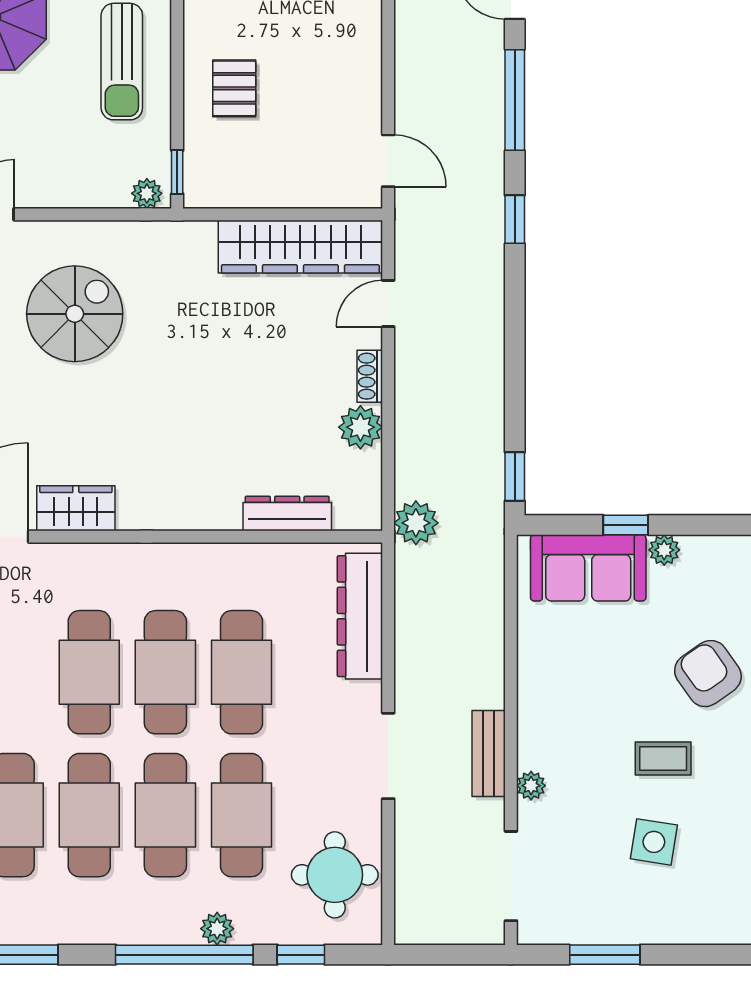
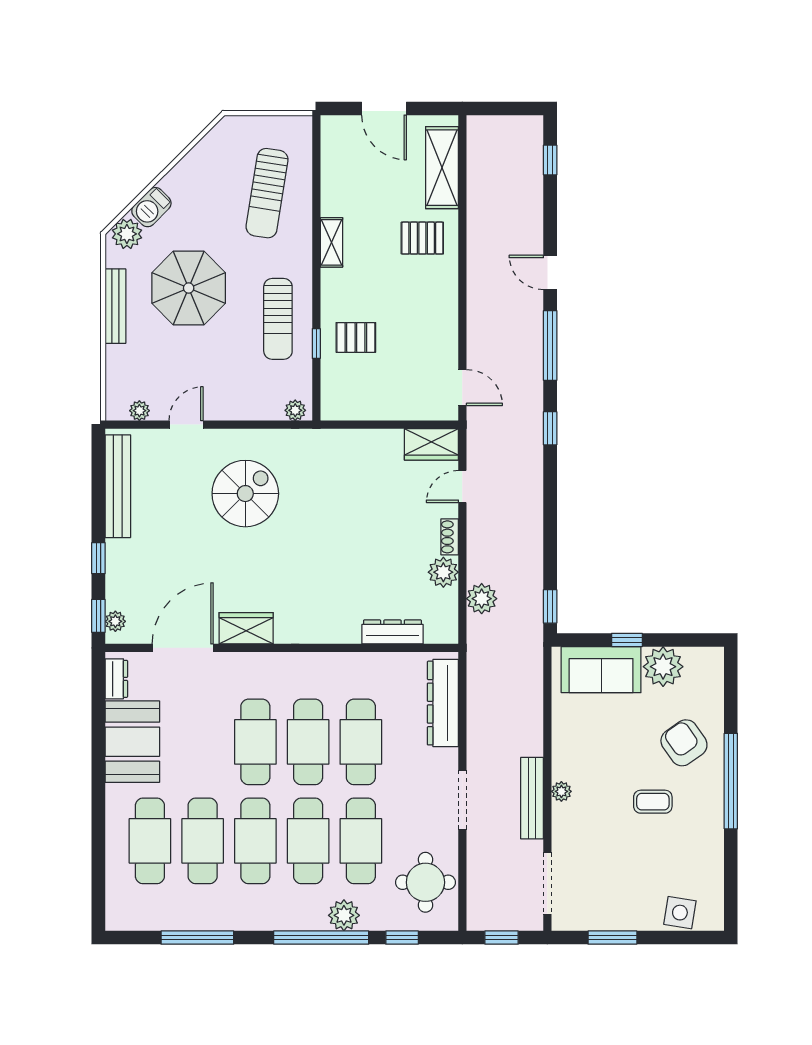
pallet: (234, 88) -> (356, 337), turned 90
window: (177, 172) -> (316, 343), moved
wardrobe: (300, 247) -> (431, 444), width x0.48, depth x0.85
plant: (416, 523) -> (482, 599), moved
plant: (664, 550) -> (663, 667), width x1.87, depth x1.87
bench: (489, 753) -> (532, 798), width x1.36
plant: (531, 786) -> (561, 791), moved
side table: (654, 842) -> (680, 913), moved
plant: (217, 929) -> (344, 915), width x1.38, depth x1.38
window: (445, 955) -> (502, 938), added

